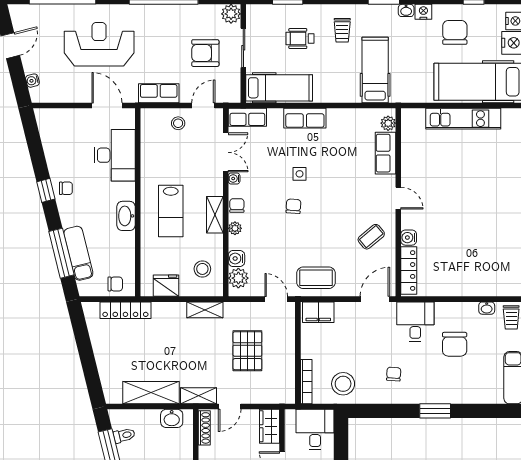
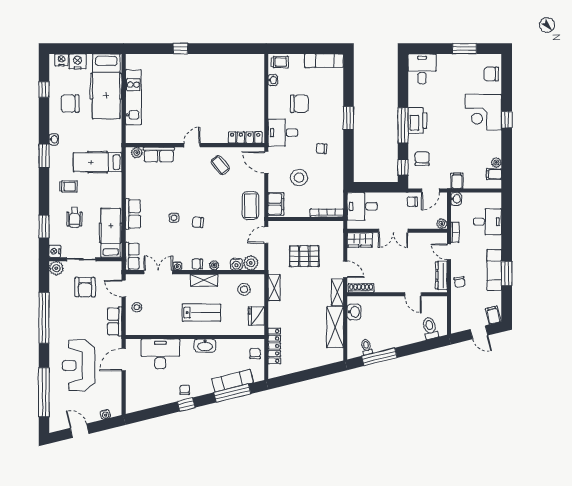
nightstand: (423, 12) -> (55, 251), moved
water cooler: (409, 238) -> (221, 138), removed
stool: (343, 384) -> (299, 178), moved

